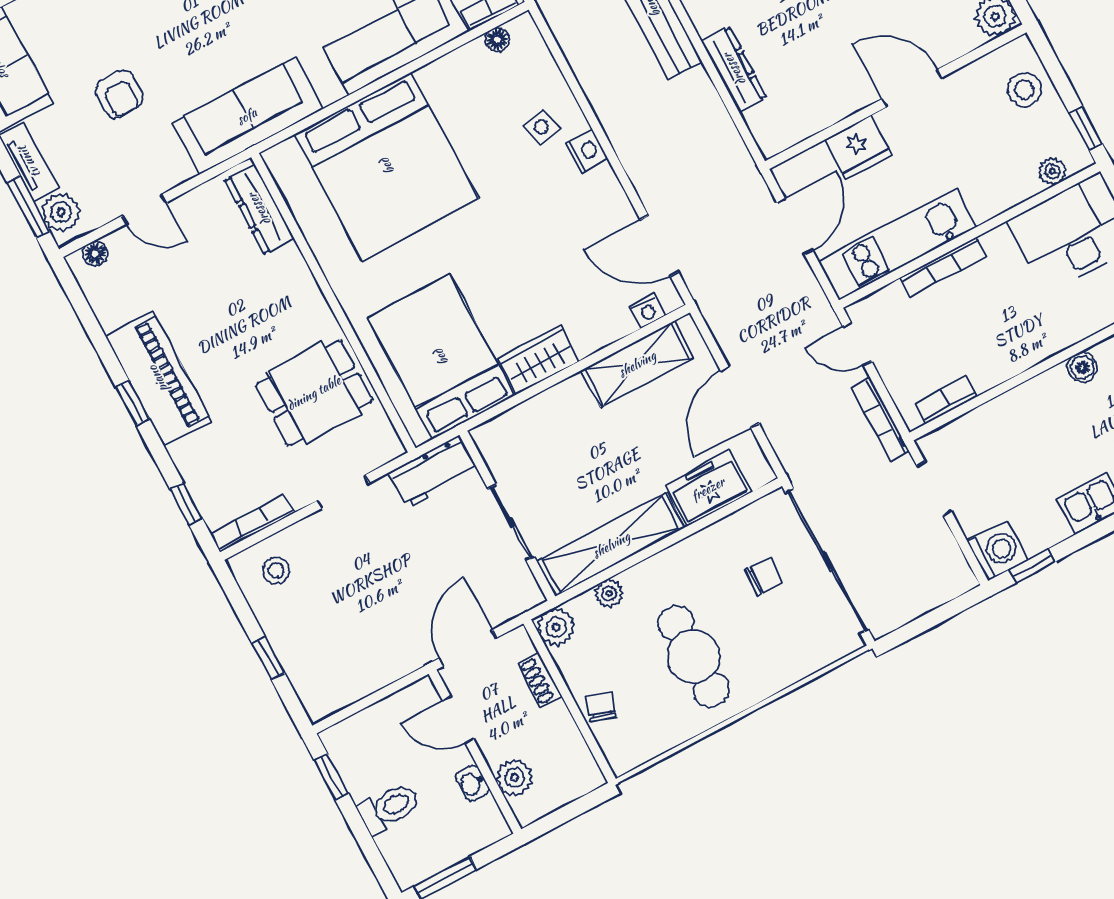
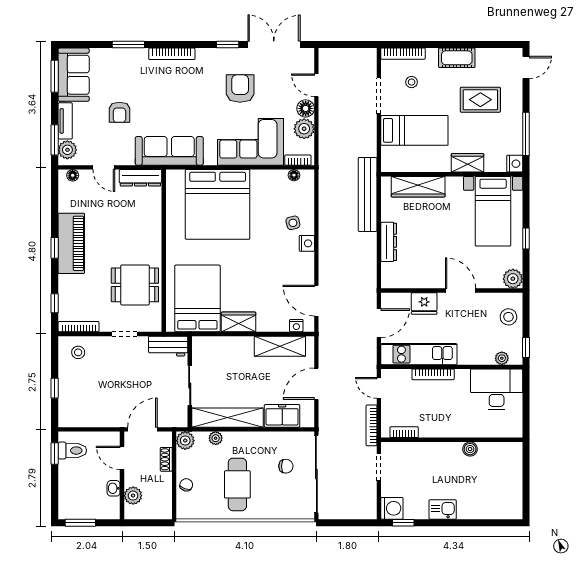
dresser: (259, 209) -> (140, 178), moved, turned -90
toilet: (389, 808) -> (72, 451), moved

